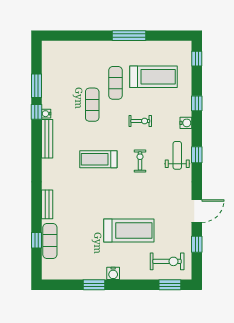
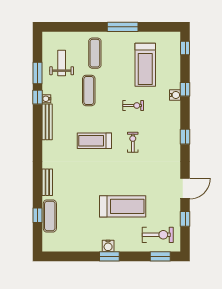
treadmill: (153, 77) -> (145, 65), turned 90
exercise mat: (115, 83) -> (95, 53), moved
water cooler: (186, 123) -> (175, 95), moved
weight bench: (177, 155) -> (62, 63), moved
window: (94, 285) -> (109, 256), moved

